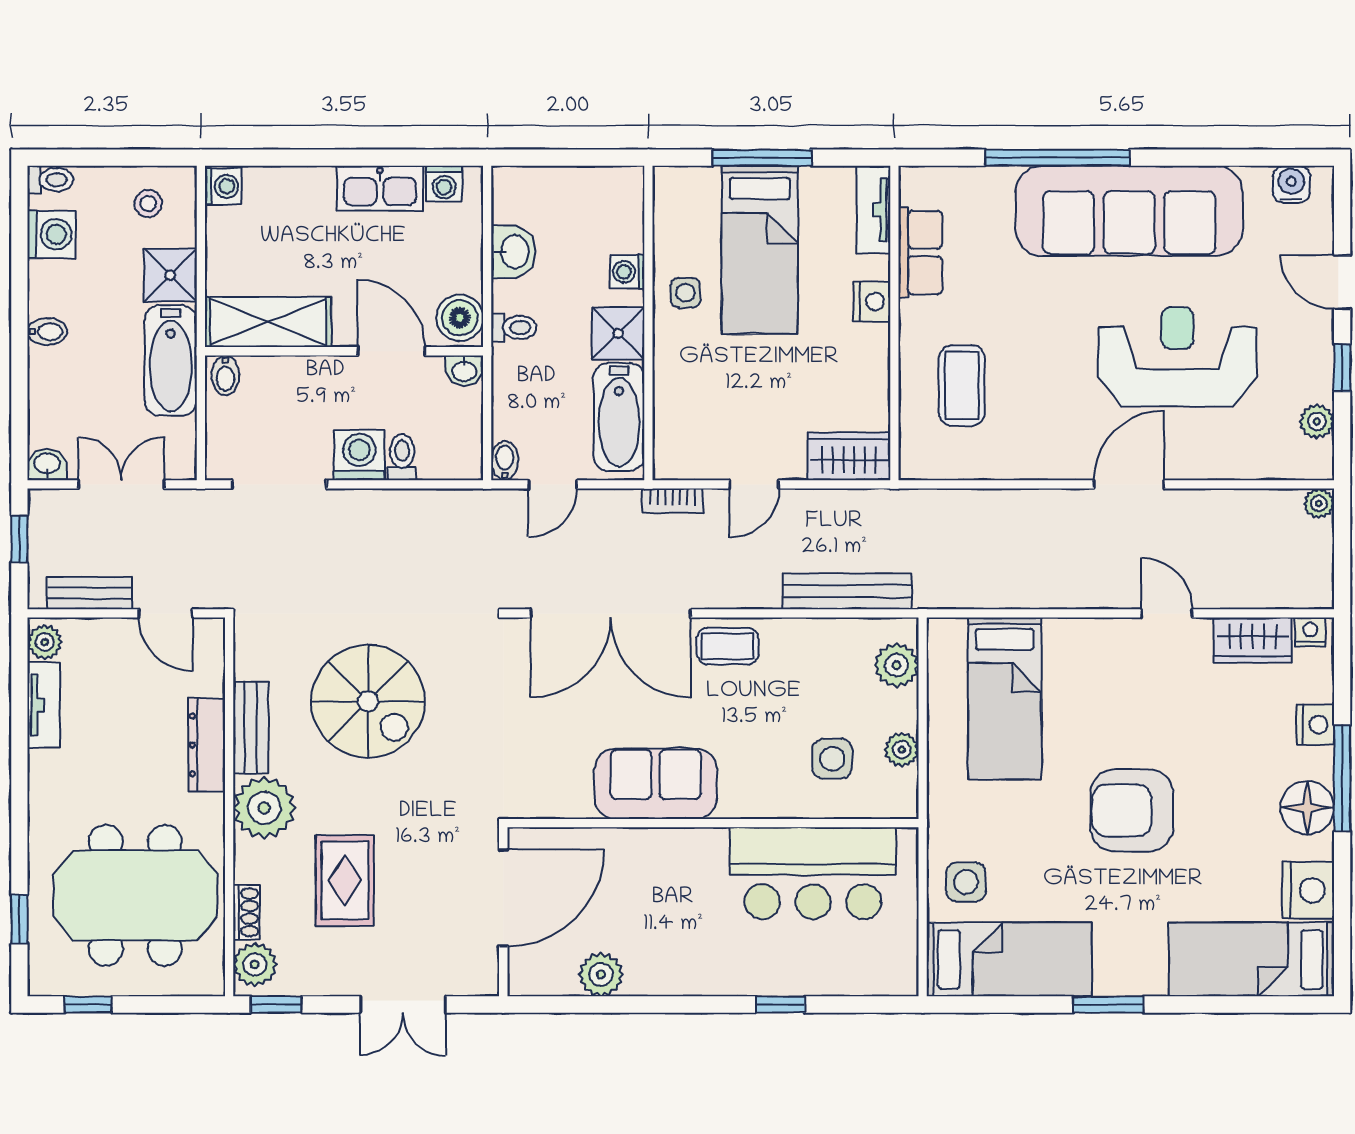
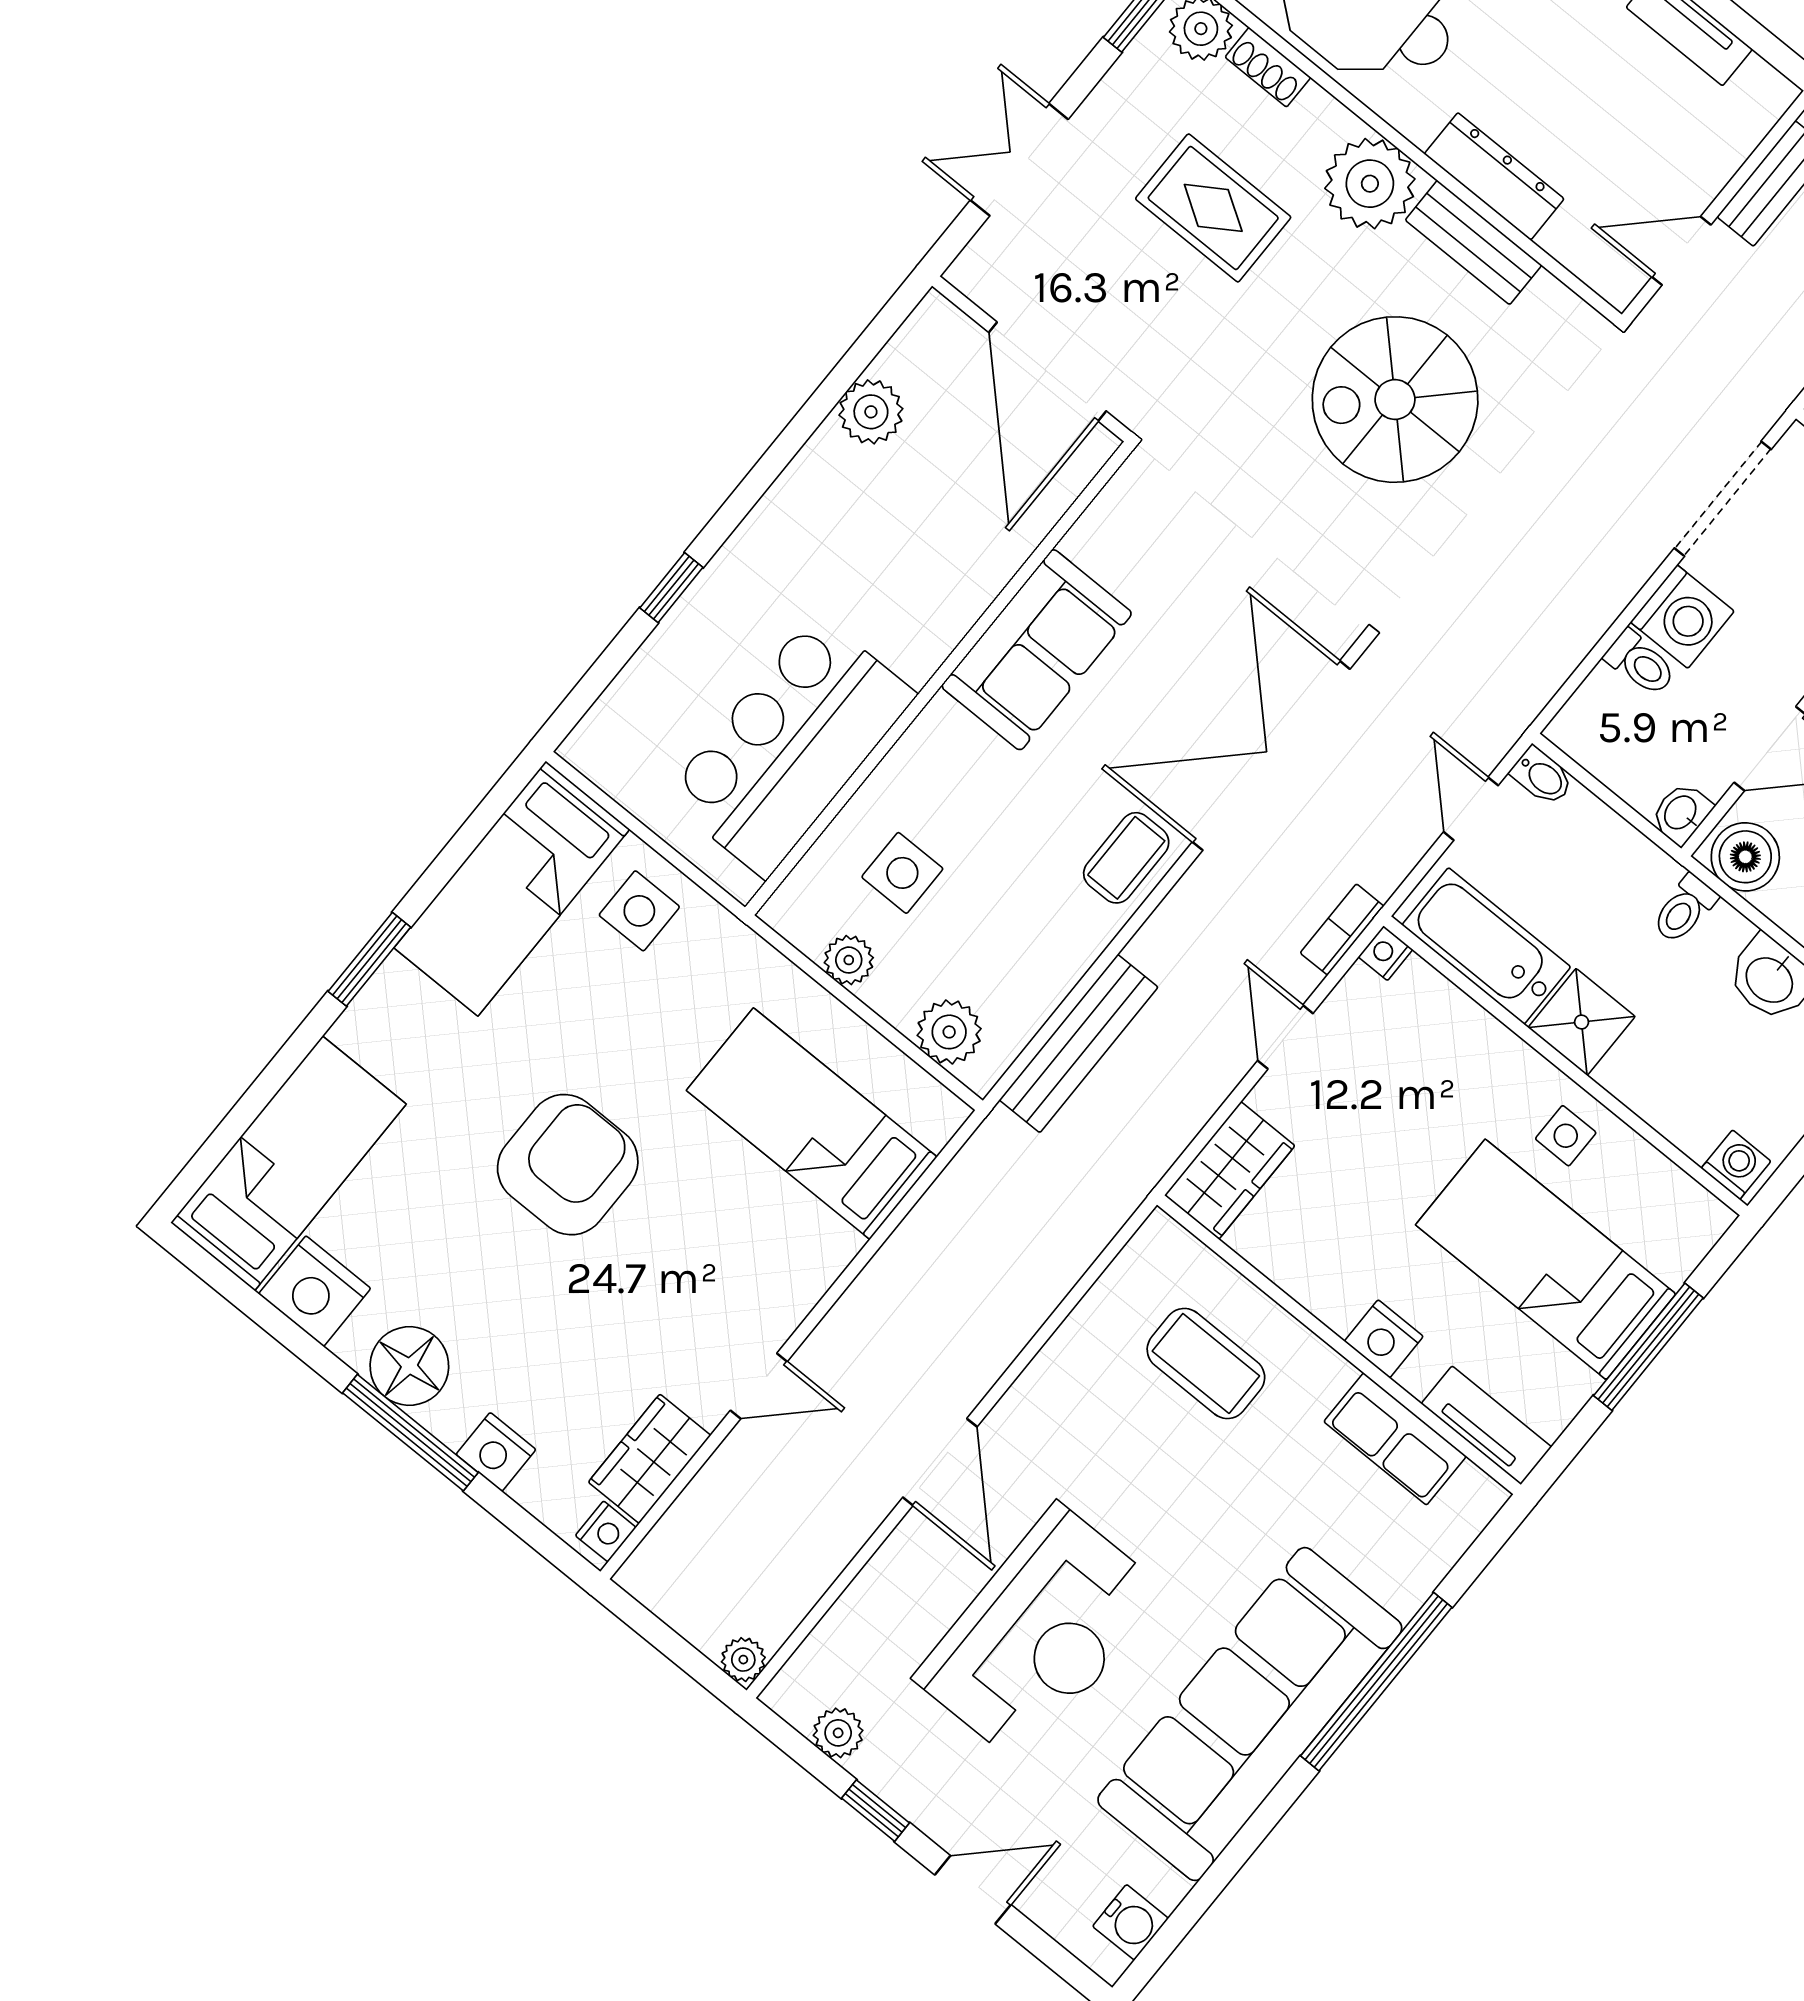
washing machine: (627, 272) -> (1736, 1165), moved
nightstand: (666, 467) -> (1386, 953), added
plant: (45, 642) -> (1760, 87), removed

